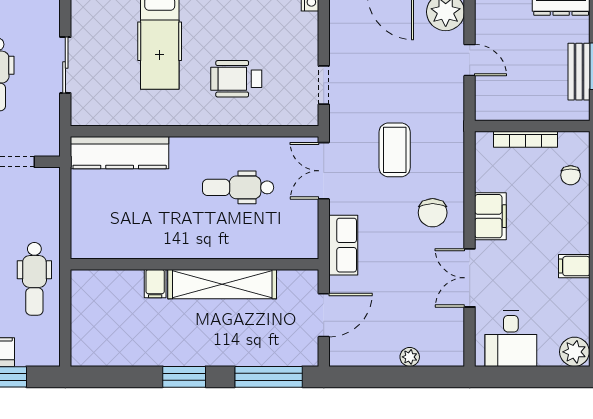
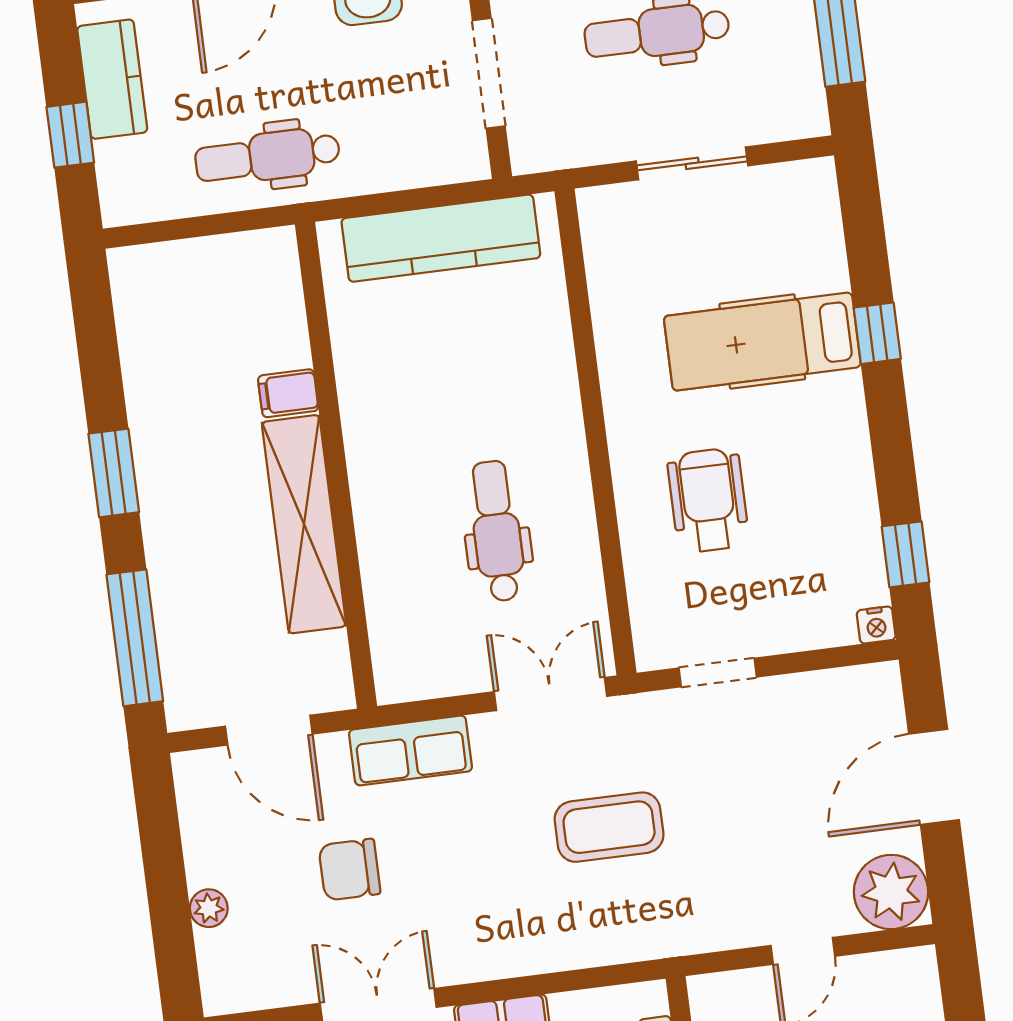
kitchen counter: (120, 153) -> (441, 238), moved, turned -90
chair: (433, 213) -> (350, 870), moved

